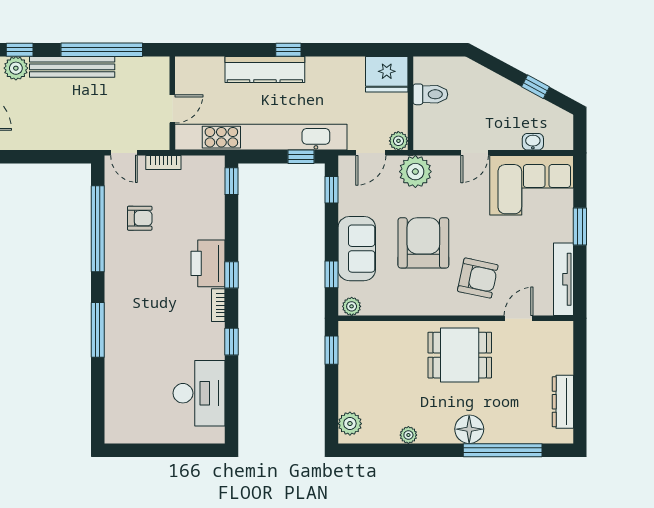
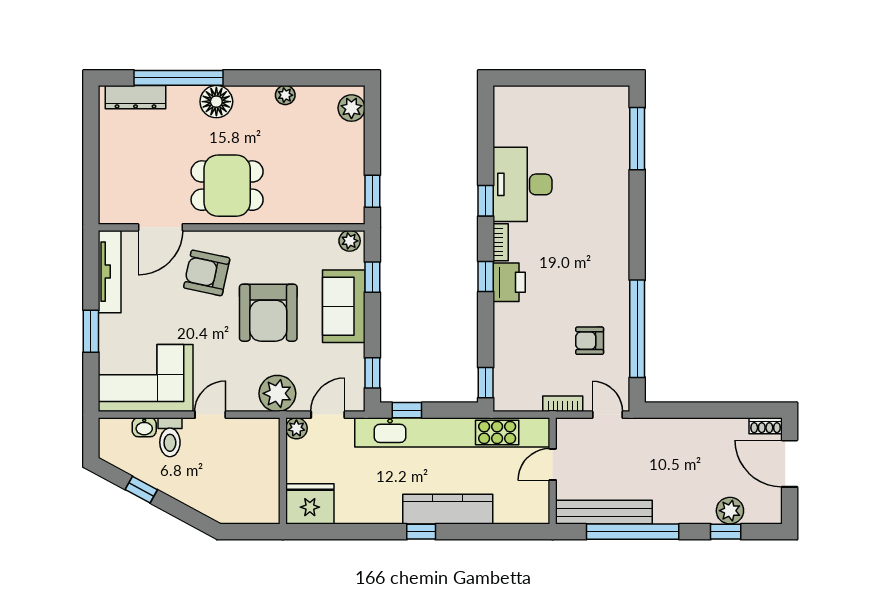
bench: (72, 67) -> (604, 512), moved
toilet: (430, 94) -> (170, 437), moved, turned -90
printer: (208, 263) -> (509, 282), width x0.73, depth x0.84
door: (519, 318) -> (160, 227), width x1.38
window: (98, 330) -> (637, 139), moved
desk: (199, 393) -> (522, 184), moved
dresser: (563, 402) -> (136, 97), moved, turned 90

